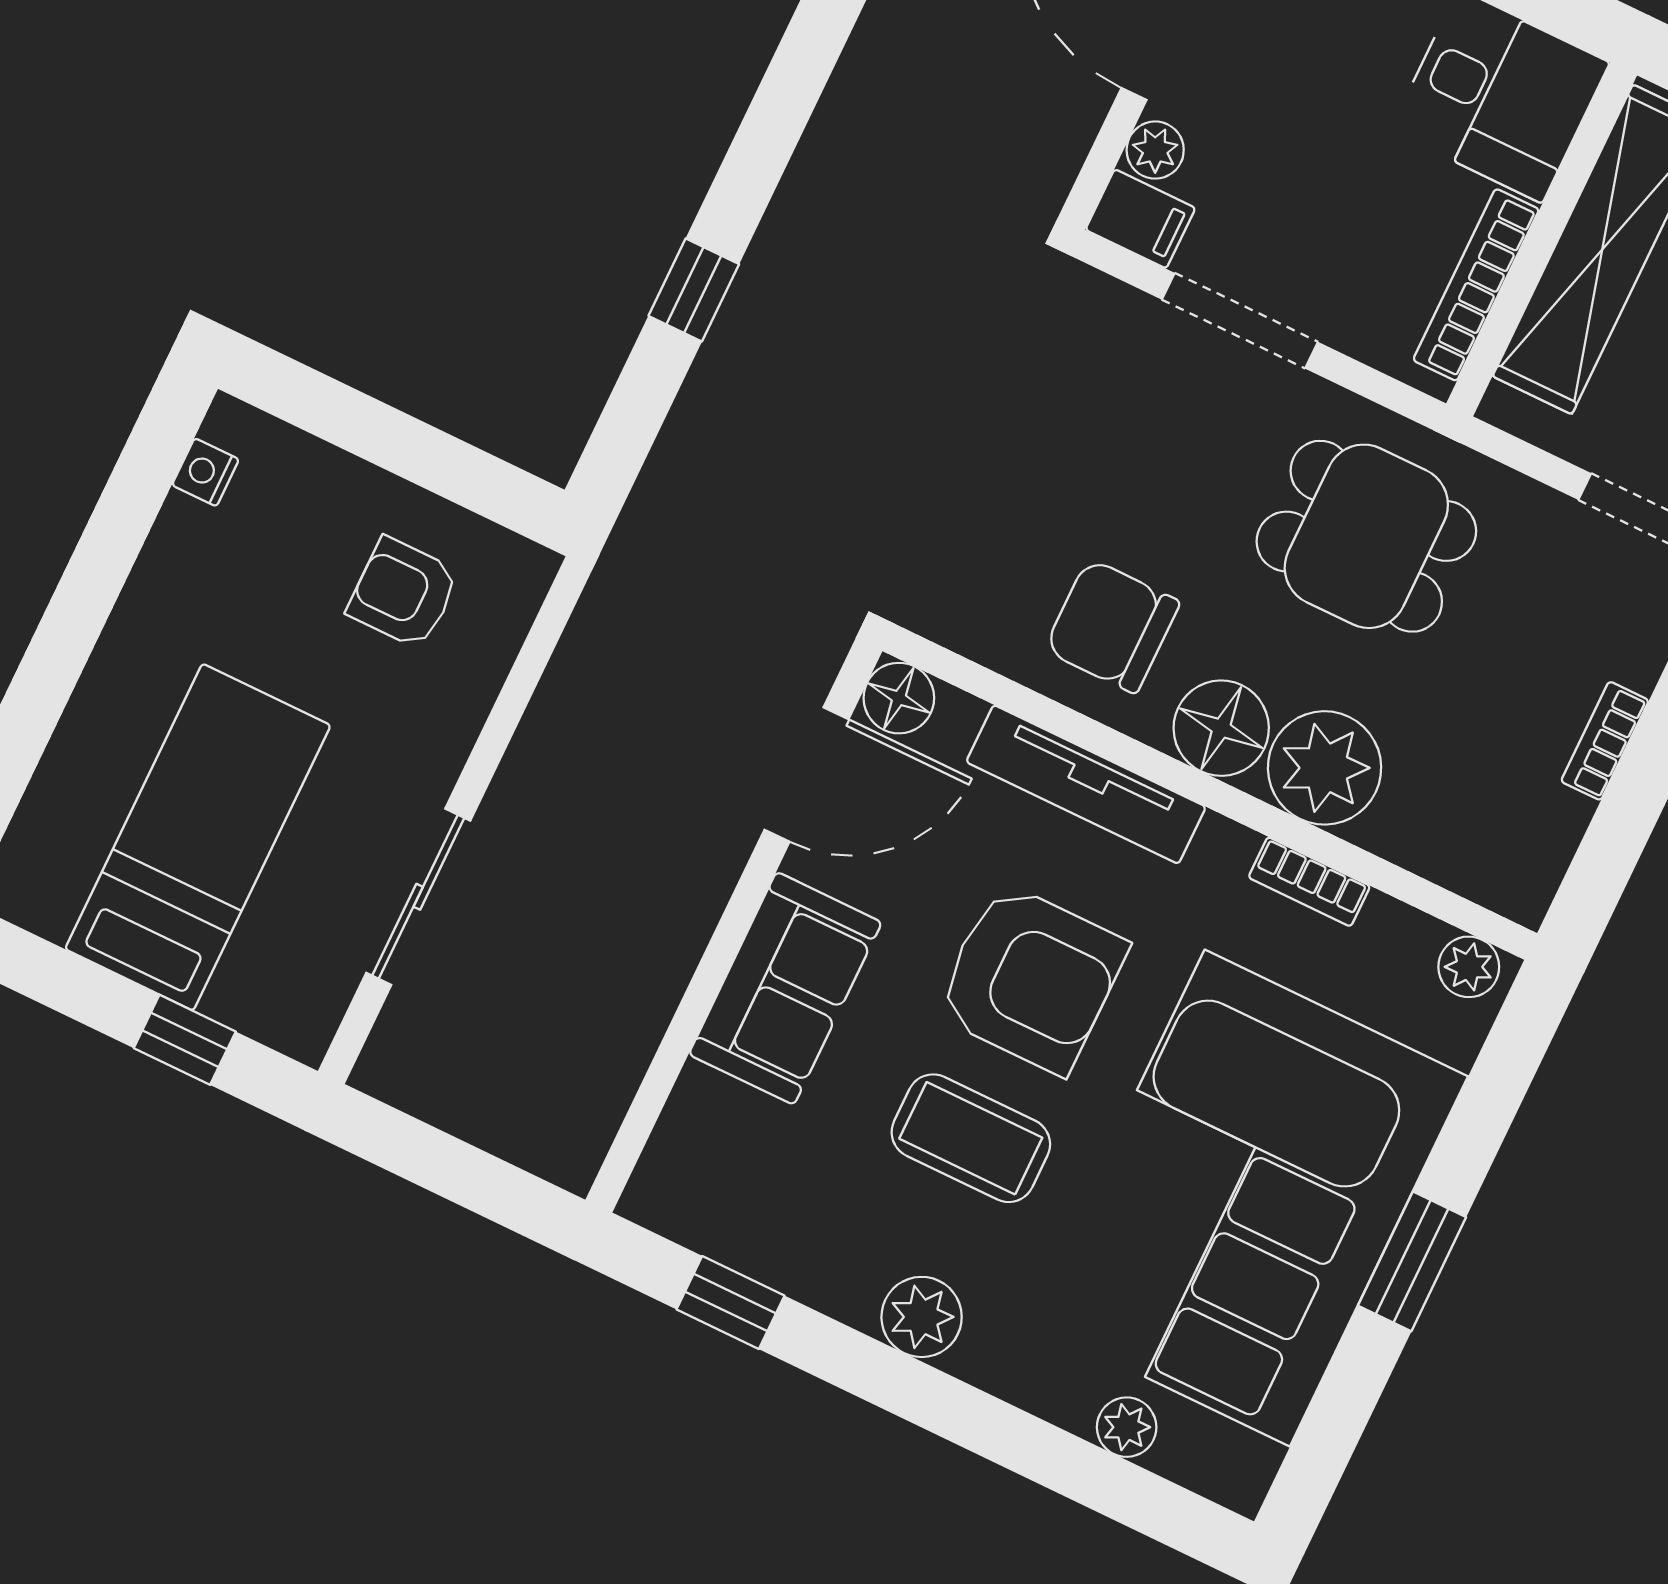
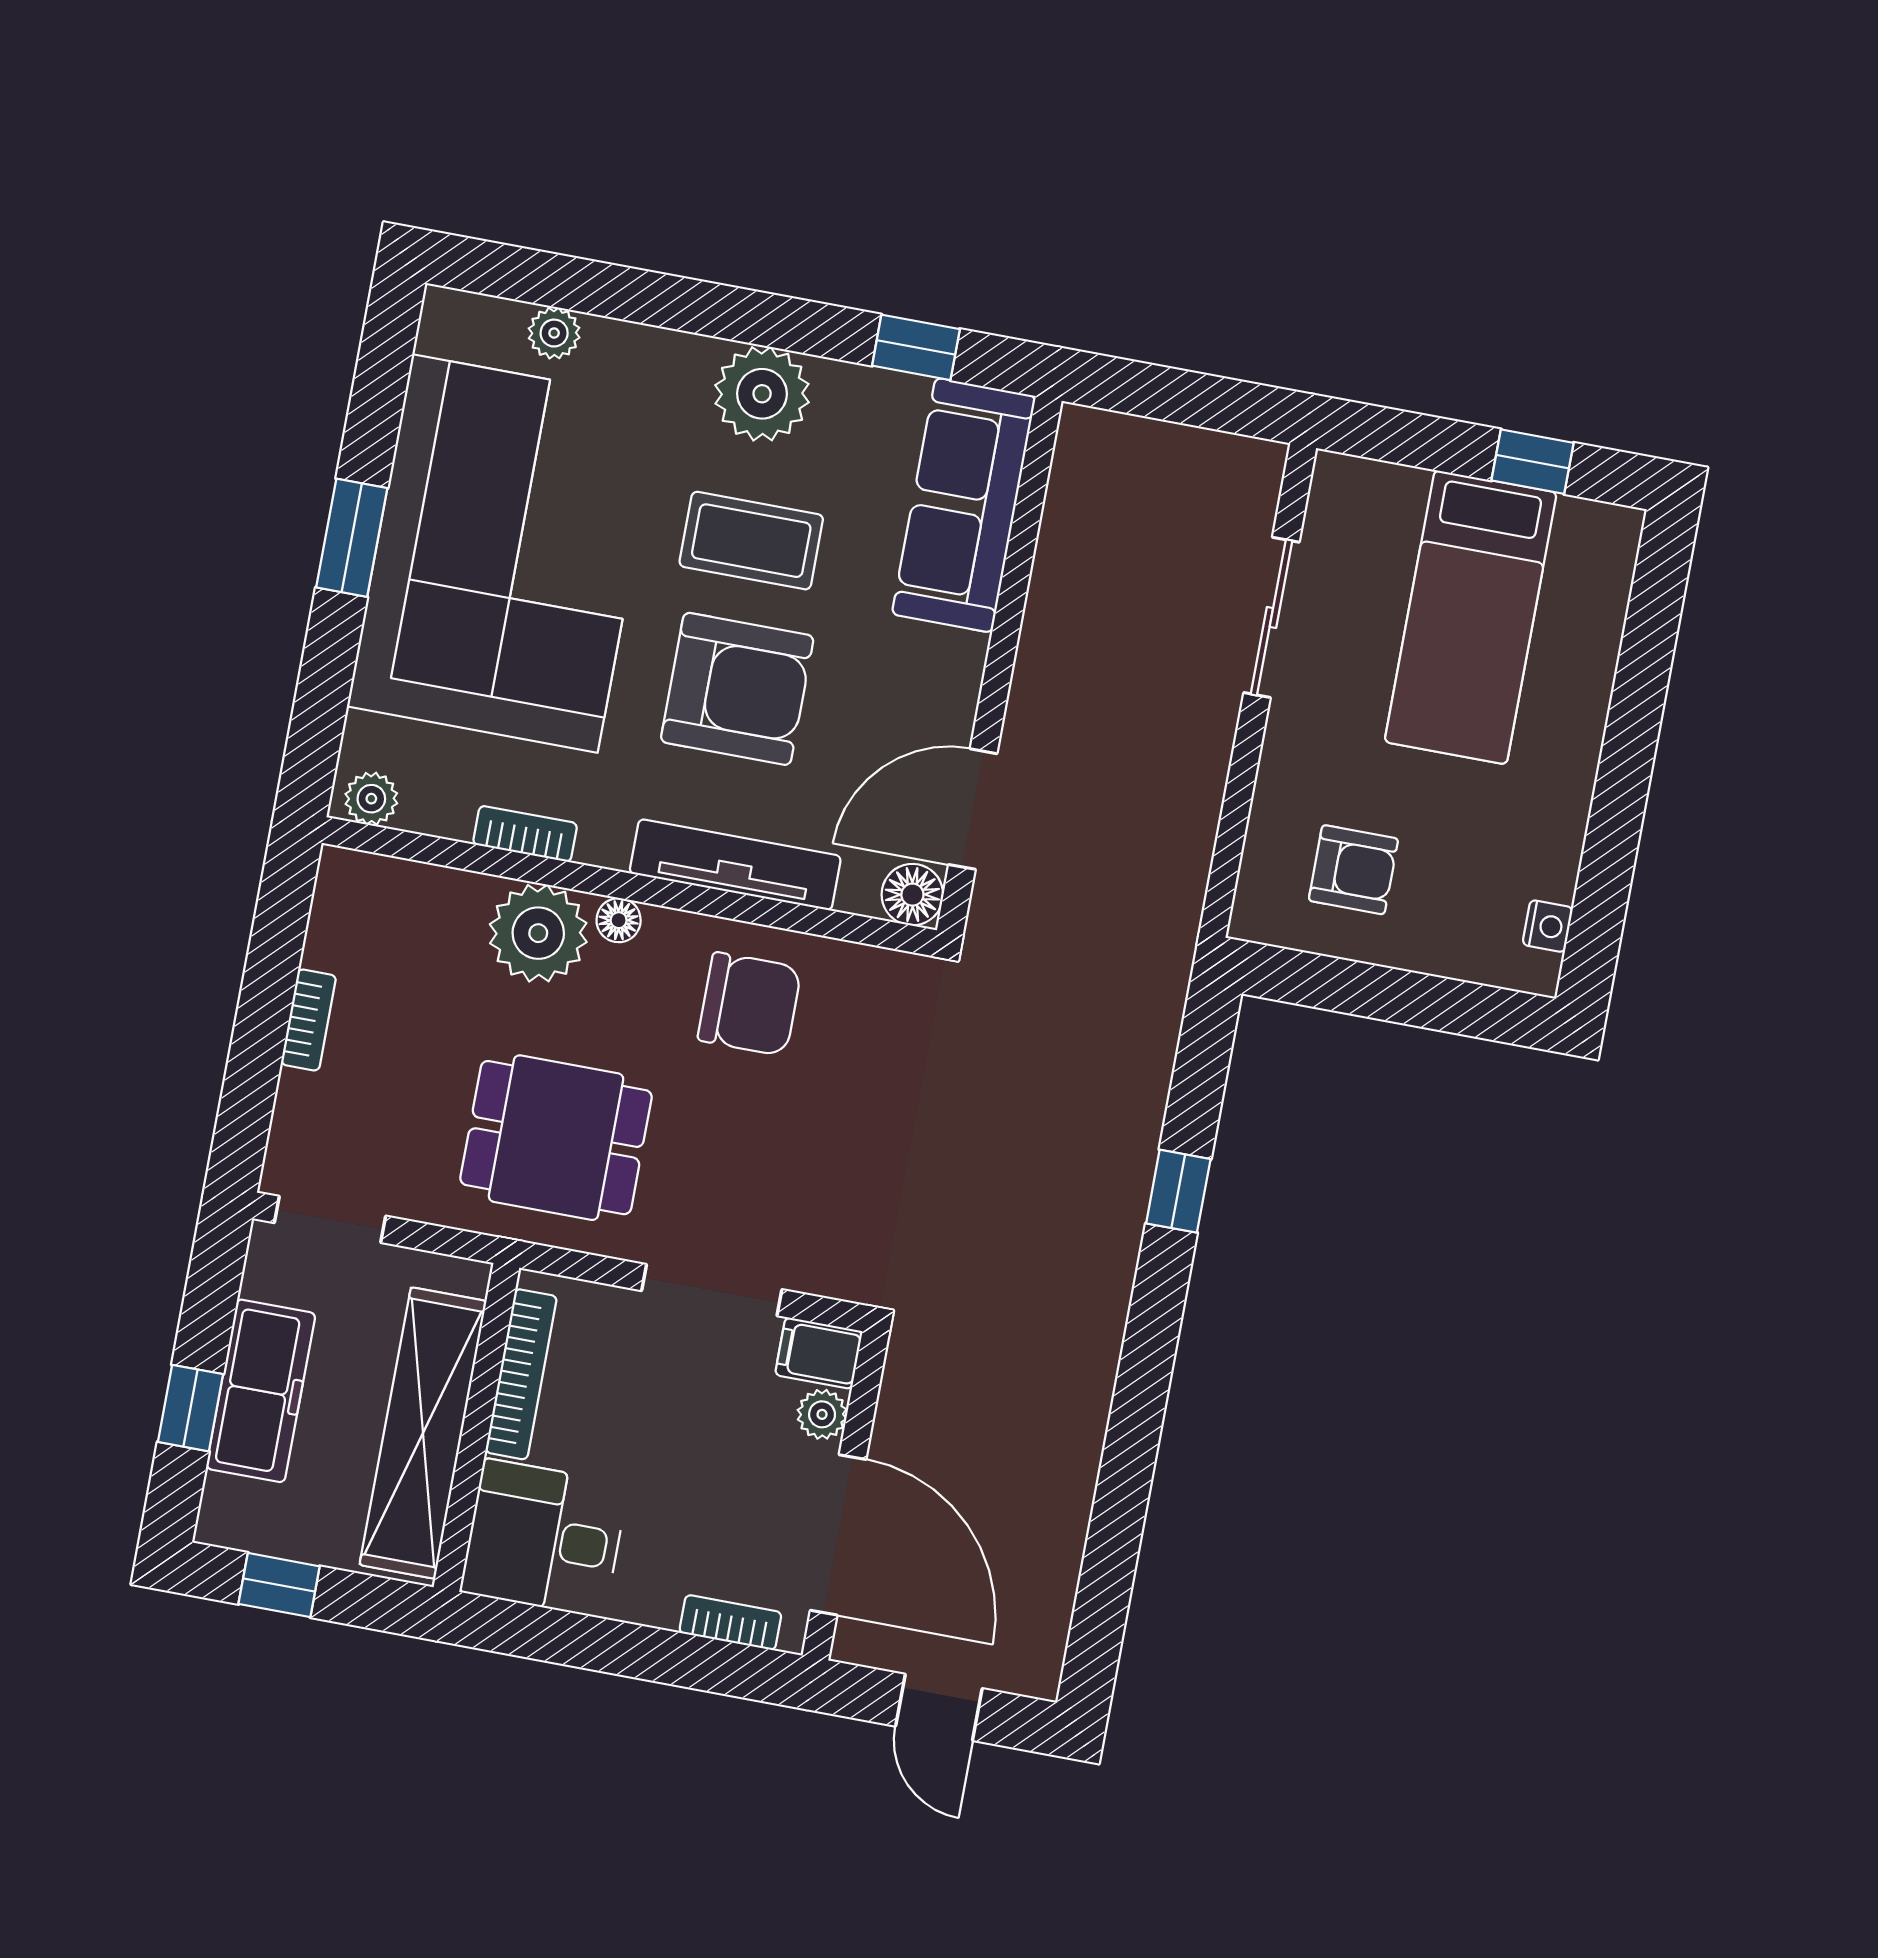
floor lamp: (1221, 728) -> (619, 920), width x0.53, depth x0.53
armchair: (1031, 978) -> (737, 689), turned 180
sofa: (785, 988) -> (964, 505), moved, width x1.36
window: (185, 1040) -> (1533, 462), moved
plant: (922, 1317) -> (762, 394), width x1.36, depth x1.36

